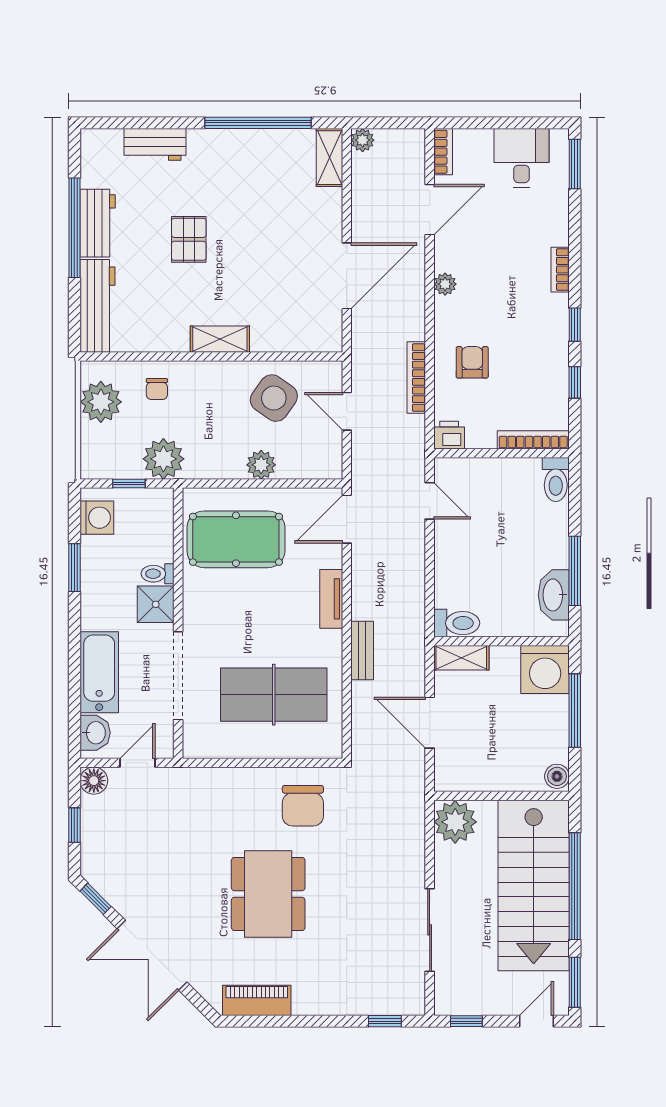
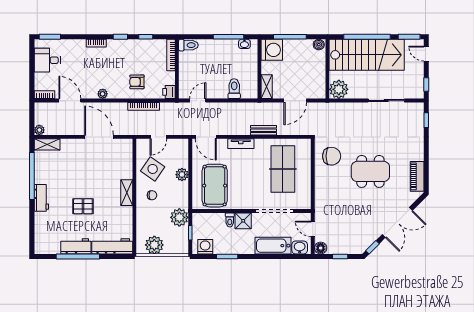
workbench: (155, 144) -> (41, 198), moved
chair: (157, 389) -> (152, 195), moved
washbasin: (554, 595) -> (244, 44), width x0.52, depth x0.69
toilet: (457, 623) -> (234, 89), moved

